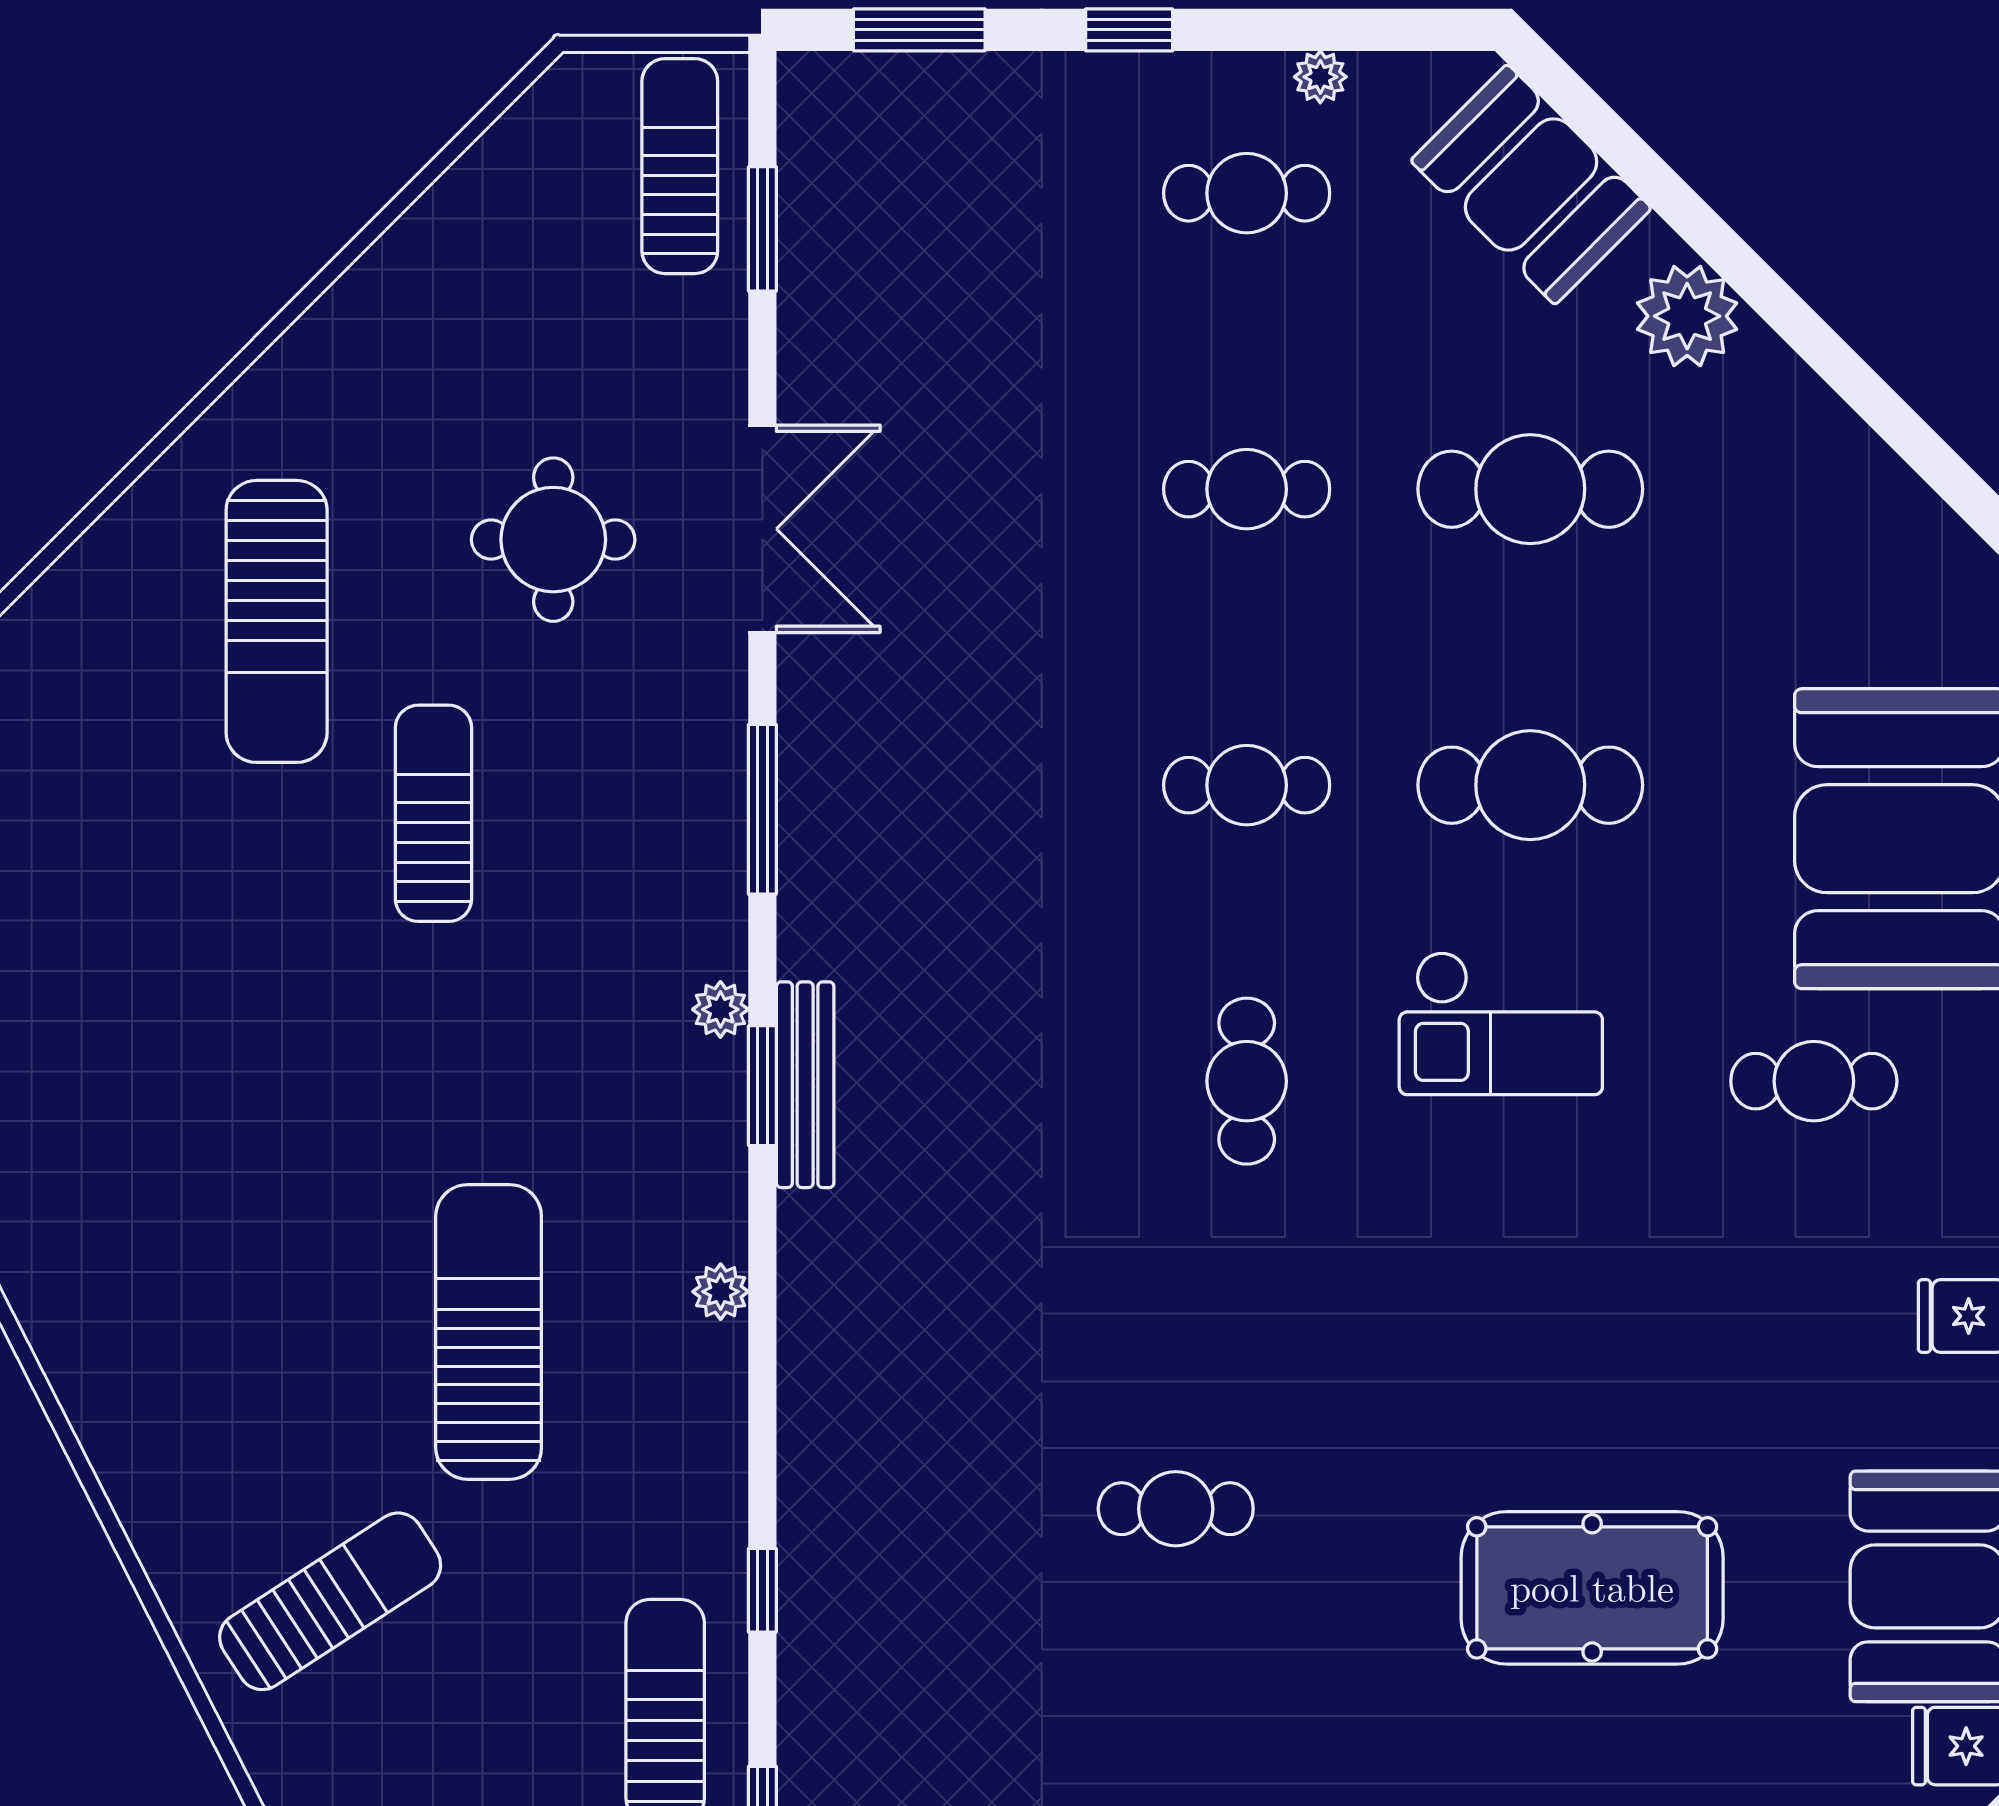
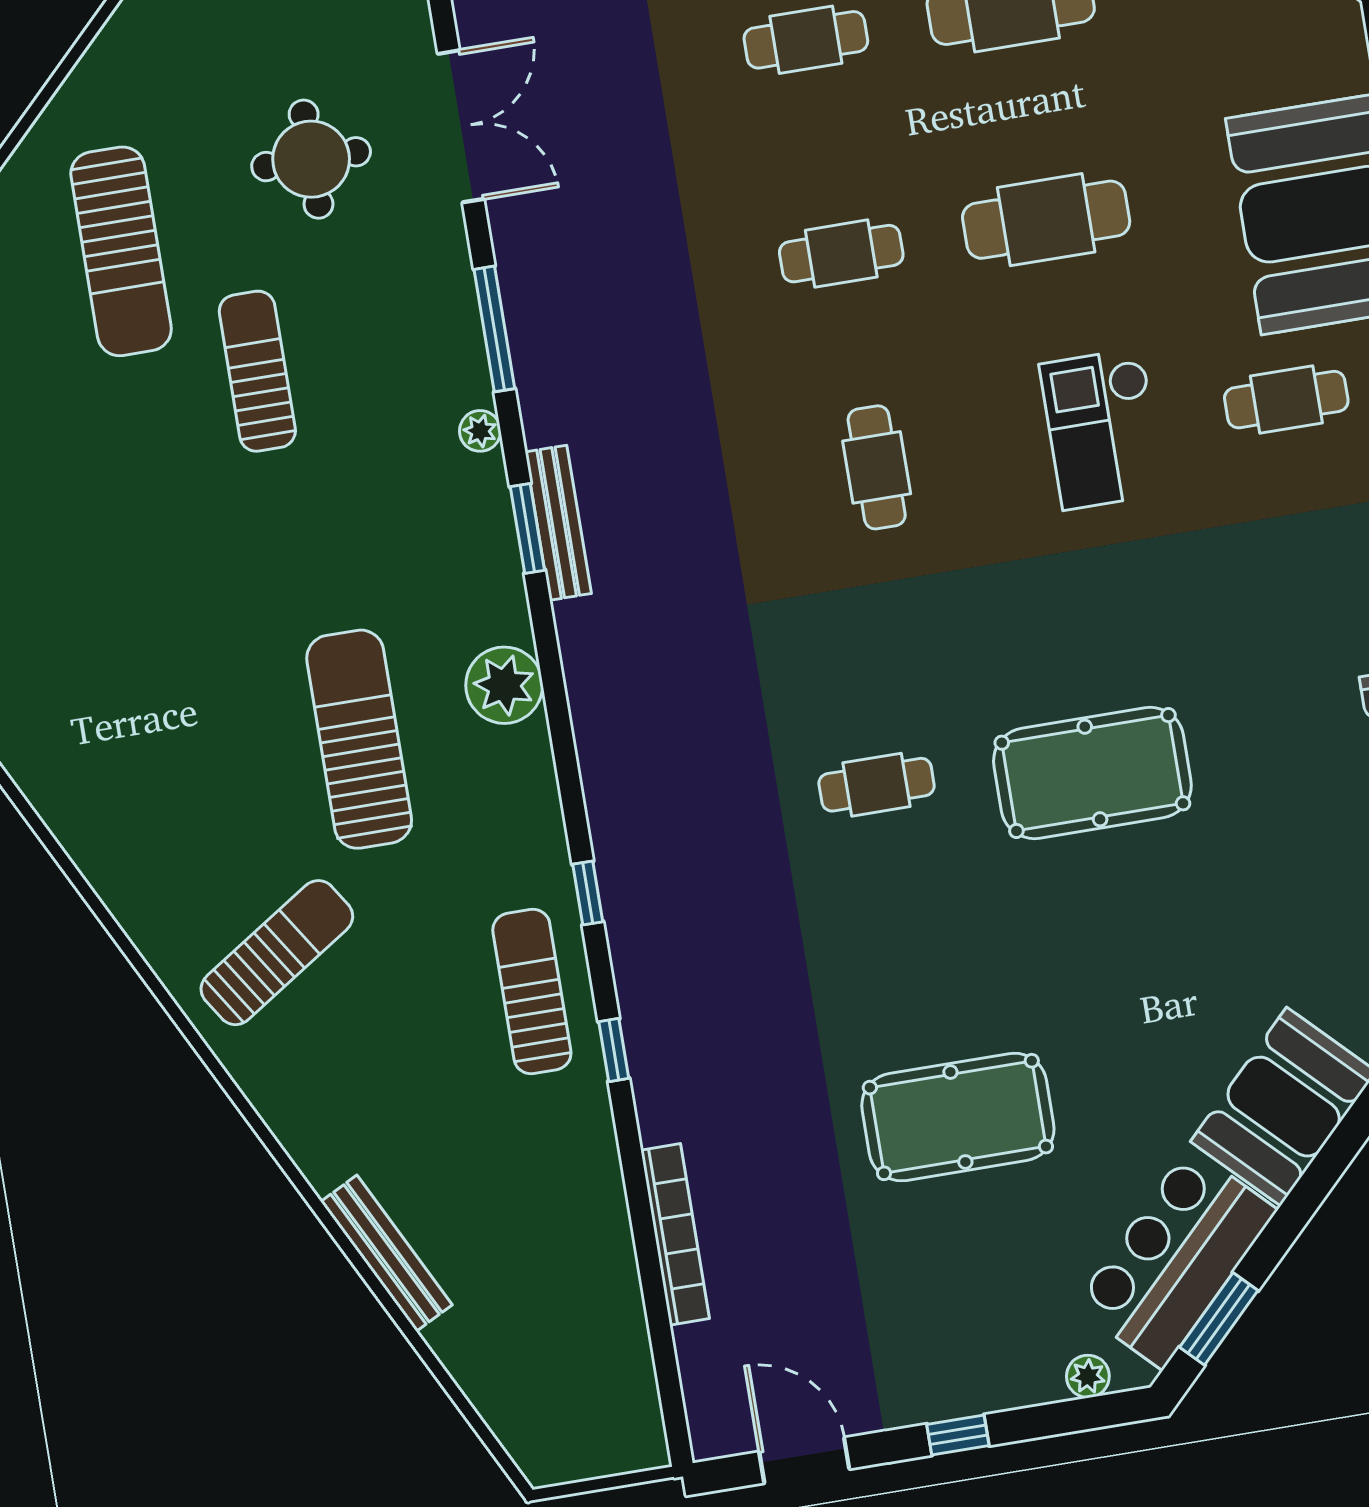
plant: (720, 1009) -> (480, 431), moved
checkout: (1501, 1023) -> (1102, 429), moved, turned 90
plant: (721, 1292) -> (504, 685), width x1.87, depth x1.87
pool table: (1592, 1588) -> (1092, 773), moved

